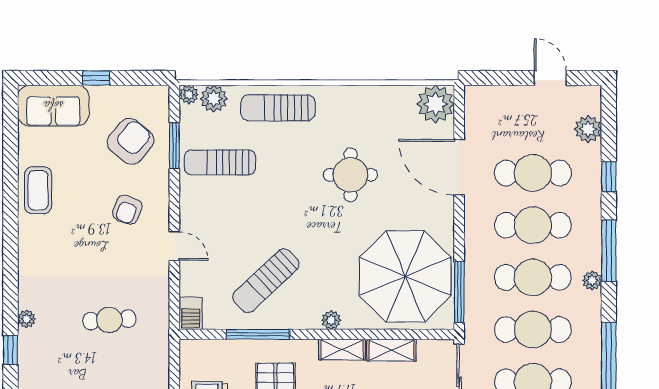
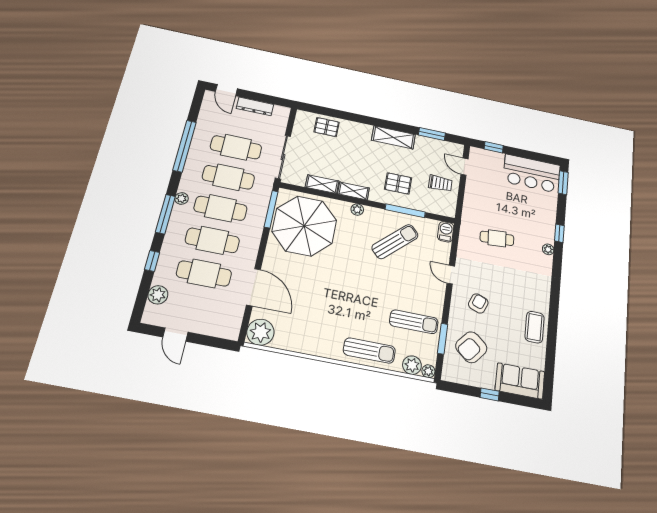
round table: (350, 175) -> (328, 297), removed

